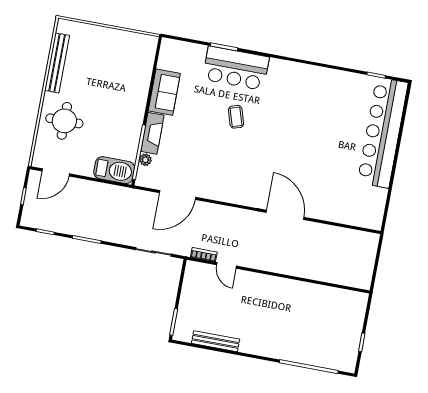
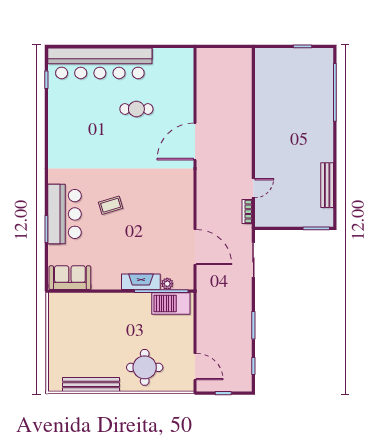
sofa: (164, 92) -> (70, 278), moved
cafe table: (329, 161) -> (136, 109), added
barbecue: (114, 170) -> (171, 303), moved, turned -90

